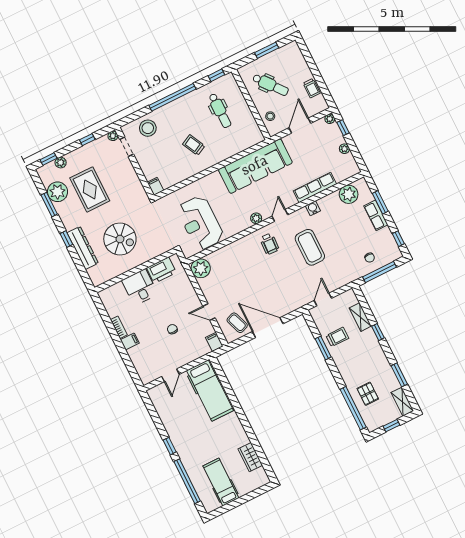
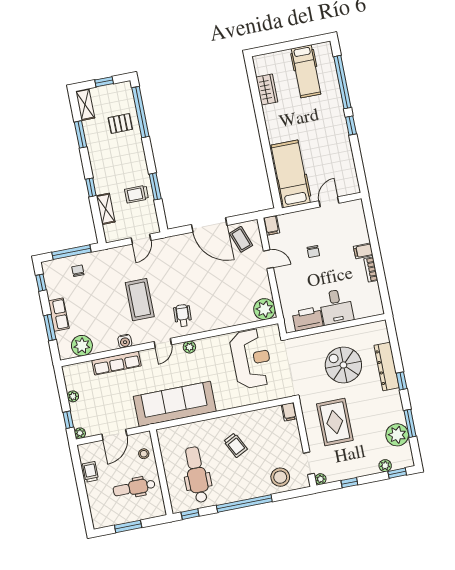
dental chair: (271, 85) -> (134, 488), turned -51
dental chair: (220, 111) -> (197, 475), width x1.36, depth x1.38
rug: (90, 189) -> (335, 422), moved
pallet: (368, 394) -> (120, 123), turned 90

